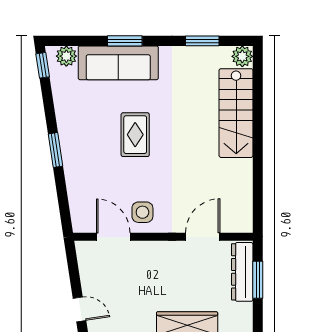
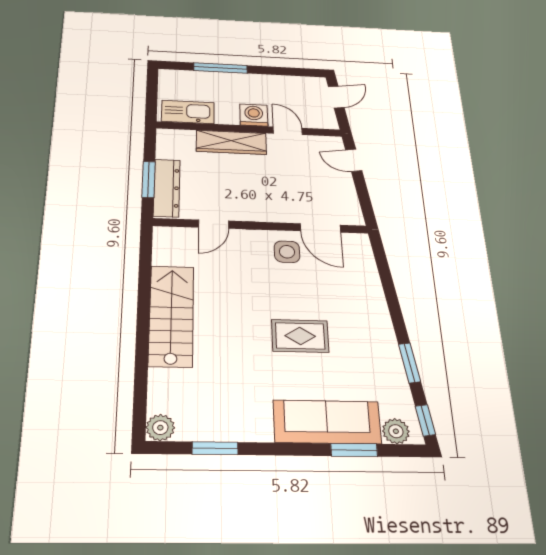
window: (125, 41) -> (354, 450), moved
stairs: (236, 113) -> (171, 316), moved
rug: (135, 135) -> (300, 336), turned 90
window: (55, 150) -> (409, 363), moved
door: (203, 237) -> (214, 224), width x0.73

